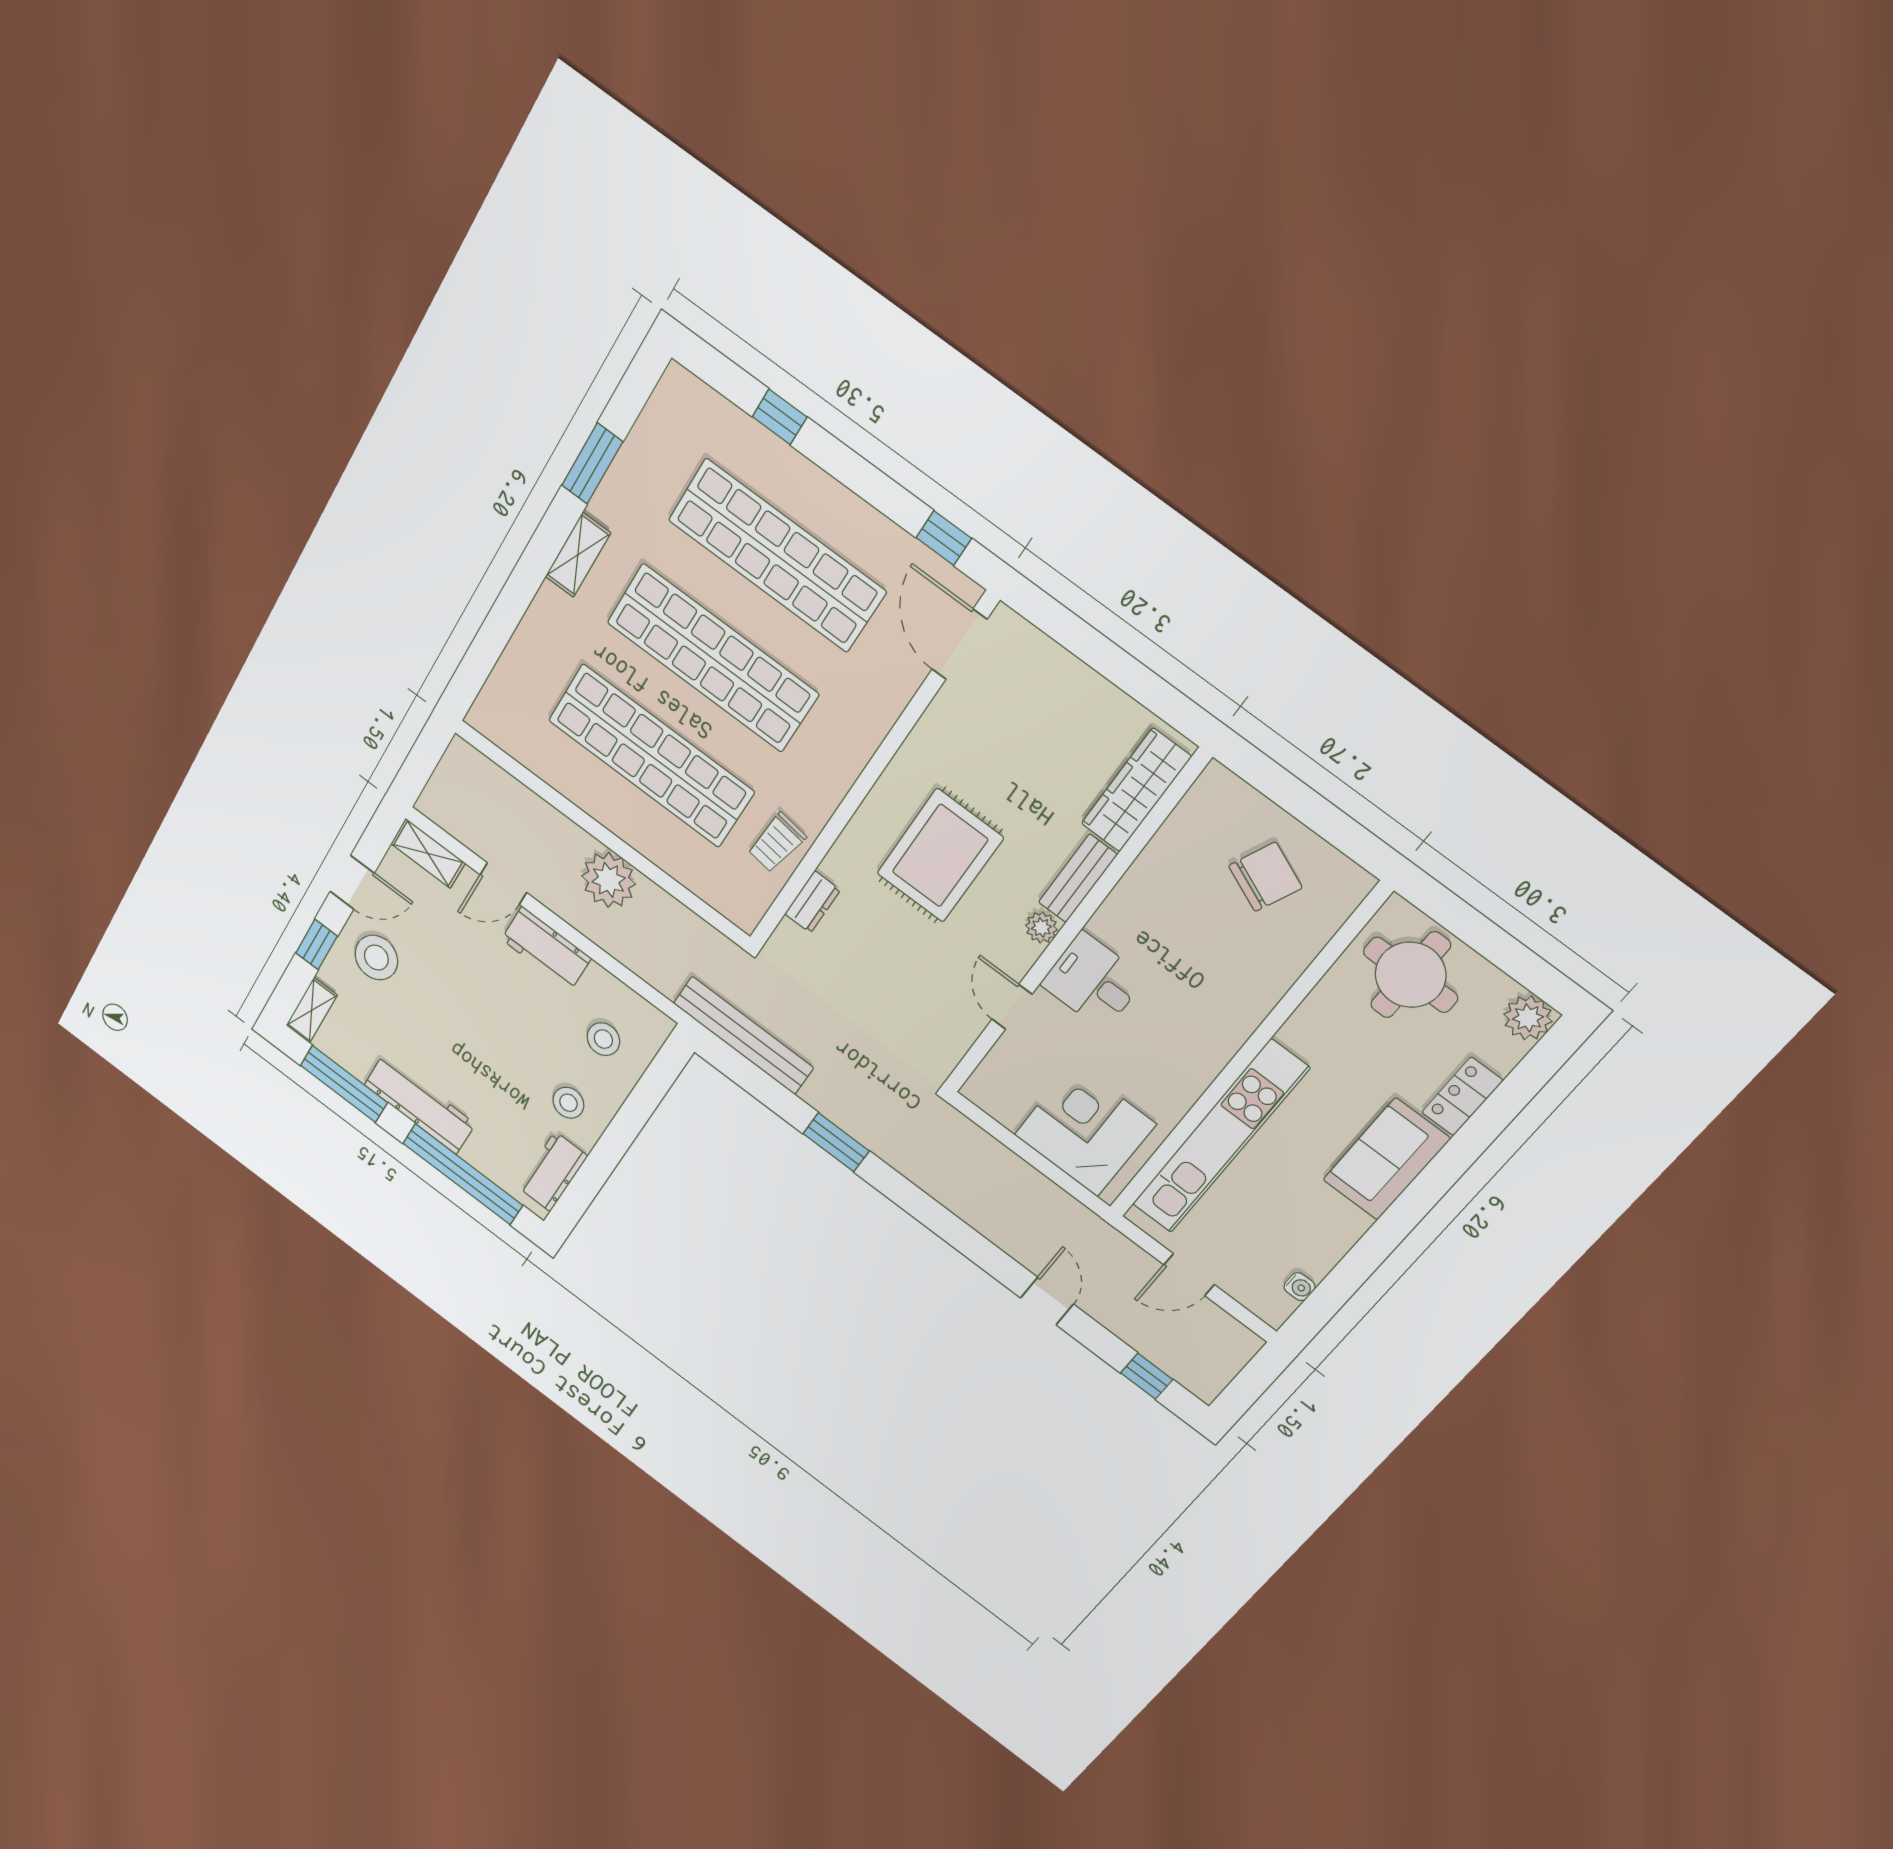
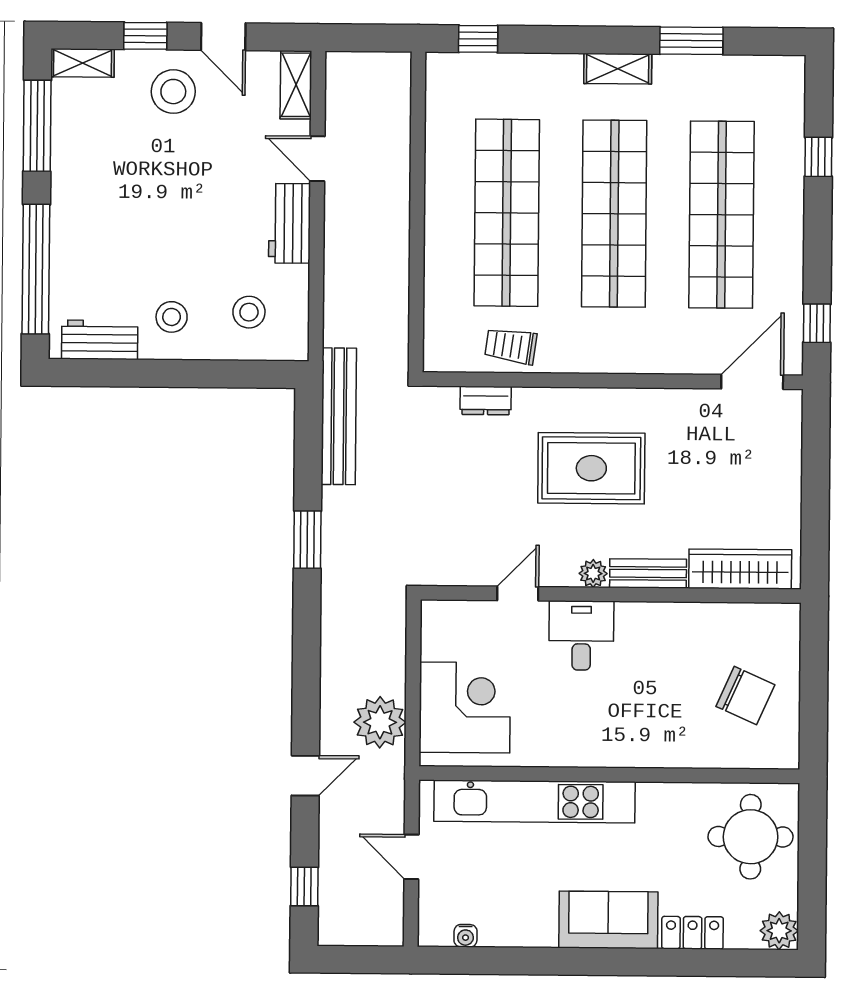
window: (477, 665) -> (478, 39), added
plant: (609, 880) -> (380, 722), moved
workbench: (420, 1104) -> (71, 199), removed

